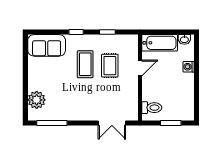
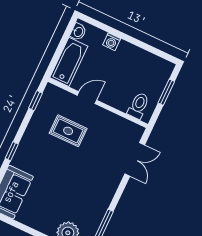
window: (107, 32) -> (36, 101), moved
coffee table: (85, 64) -> (53, 158), removed
door: (140, 68) -> (87, 98), hinge flipped

